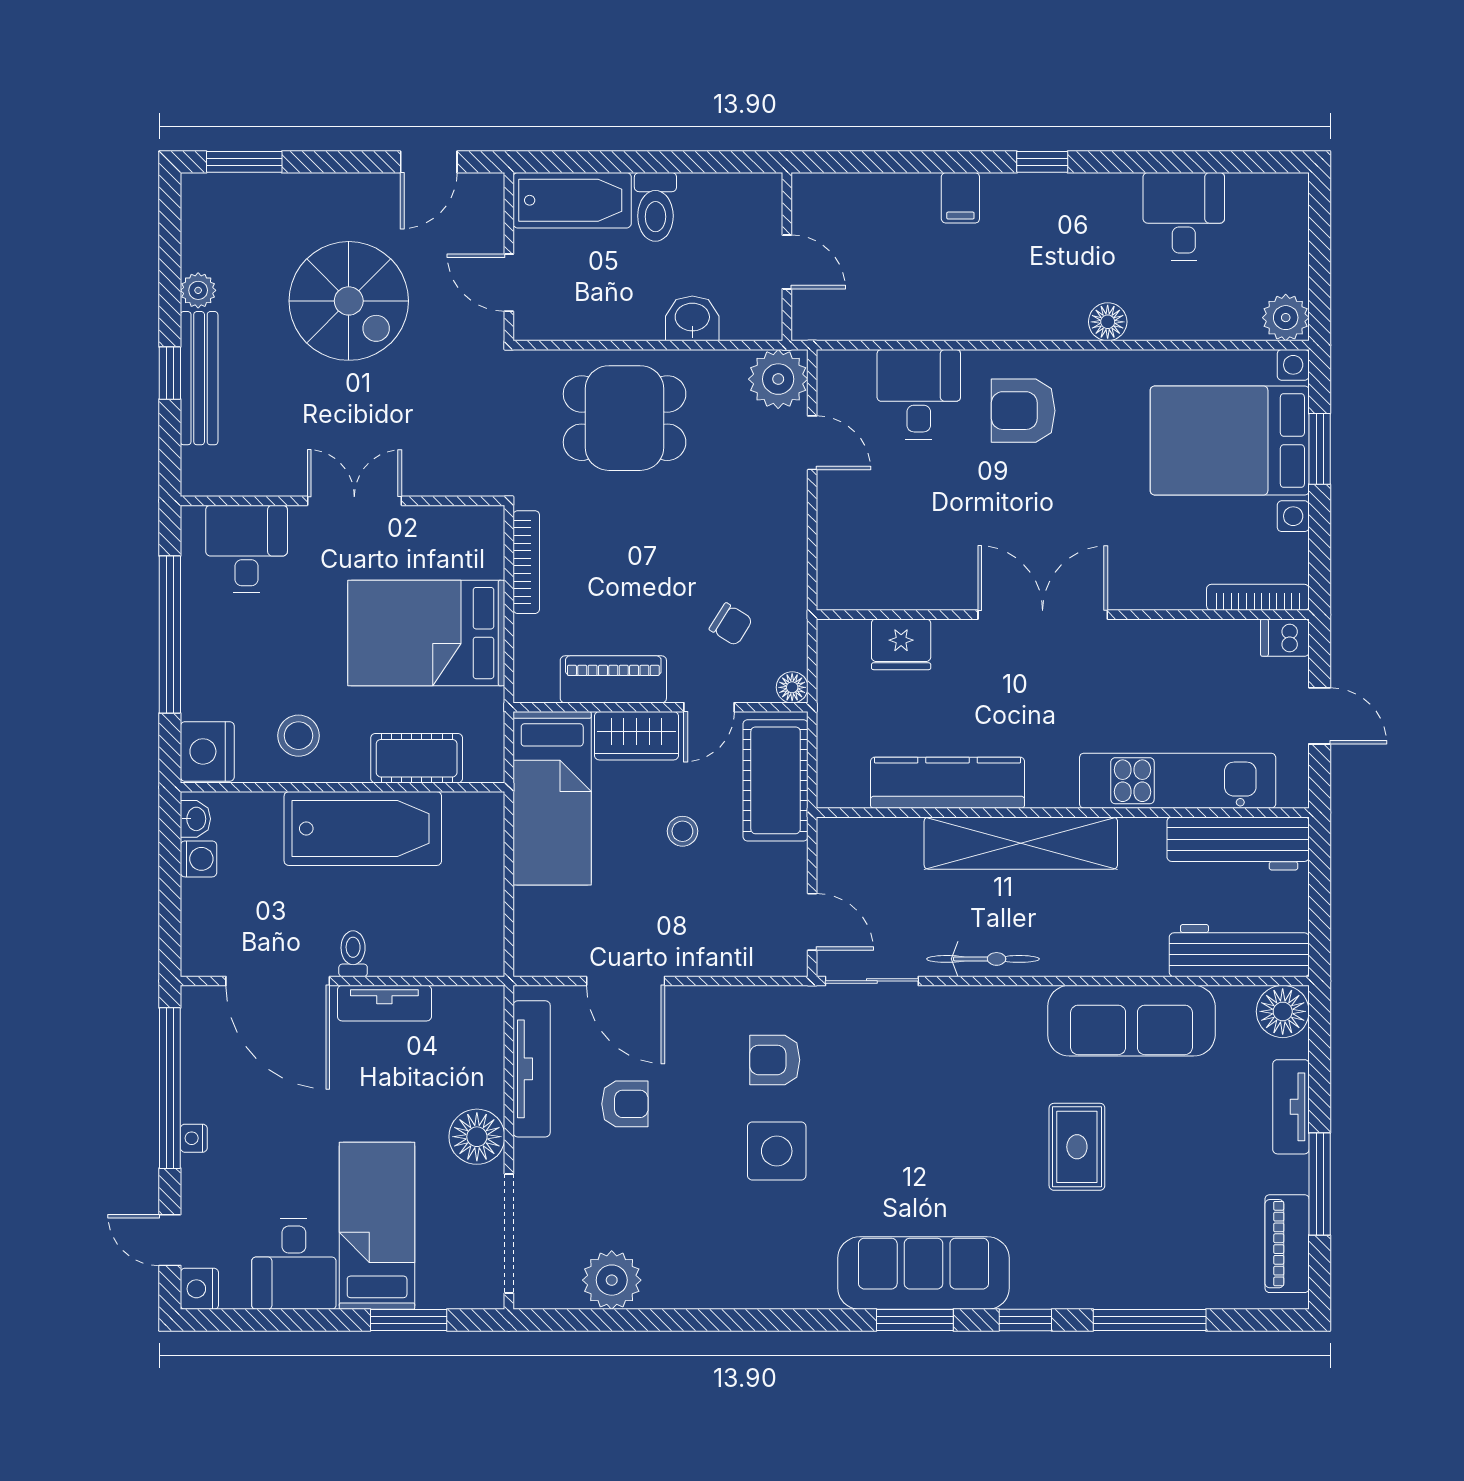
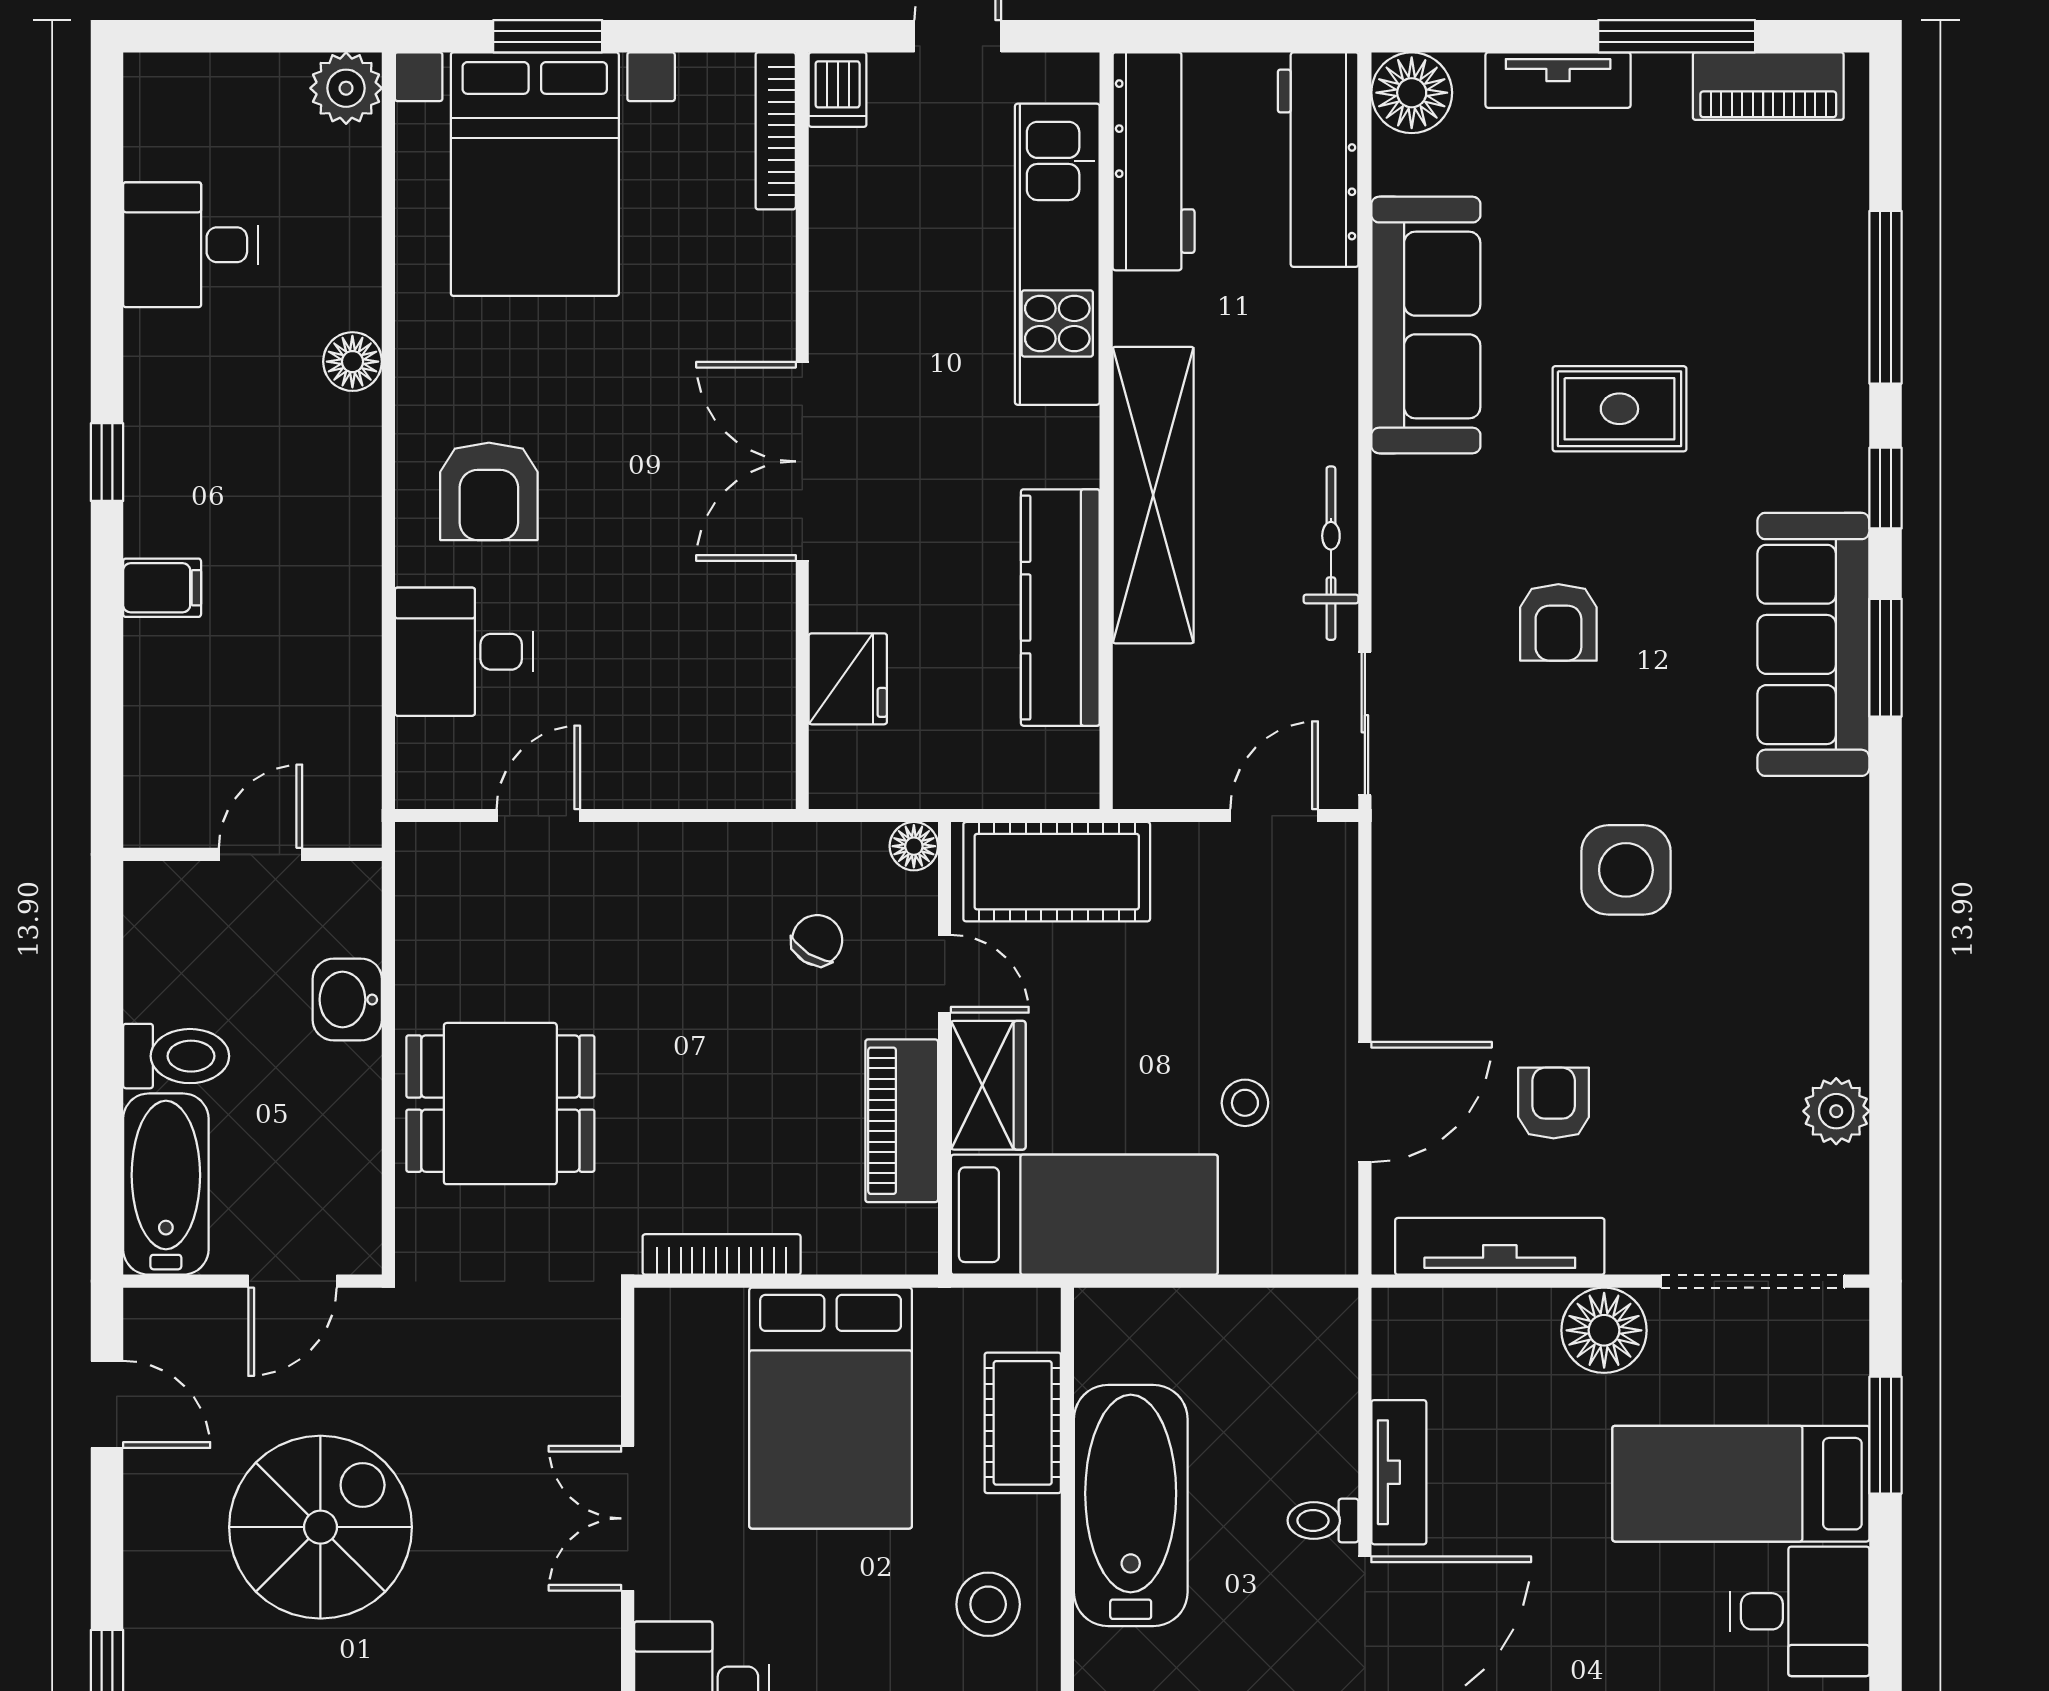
plant: (778, 379) -> (440, 868), removed
dining table: (625, 418) -> (500, 1104), turned 90
stool: (682, 831) -> (1245, 1103), moved
armchair: (775, 1060) -> (1558, 622), moved
plant: (612, 1280) -> (1836, 1111), width x0.73, depth x0.73

